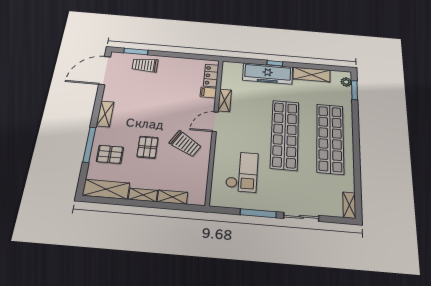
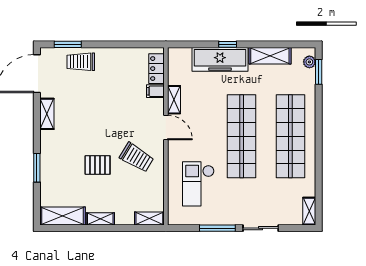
shelving: (105, 114) -> (47, 114), moved
door: (215, 122) -> (166, 128), swing flipped
window: (89, 145) -> (37, 168), width x0.69
pallet: (148, 147) -> (98, 165), turned 90
pallet: (110, 154) -> (60, 177), removed
checkout: (242, 172) -> (198, 184), turned 180
shelving: (172, 197) -> (149, 218), moved

